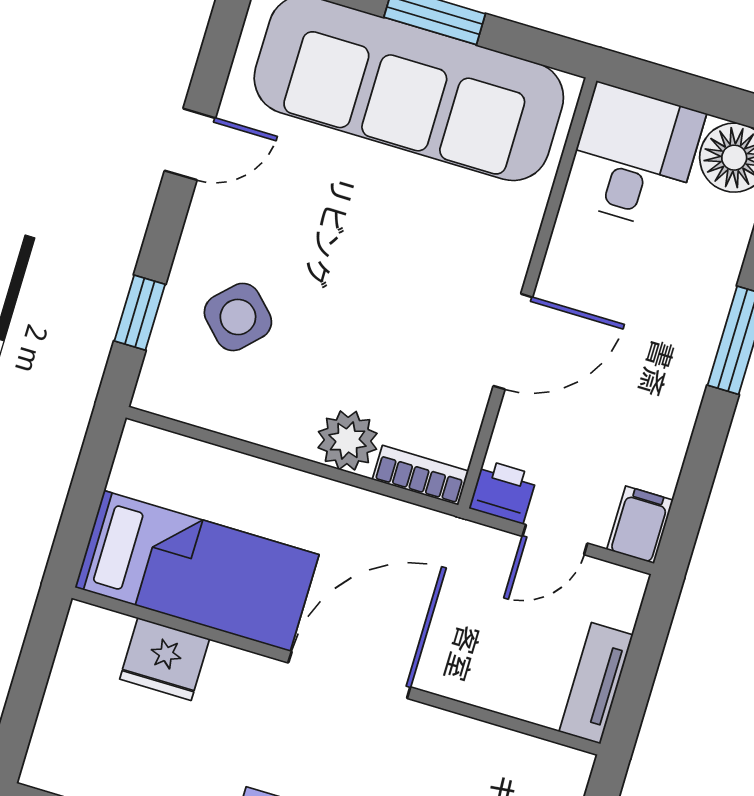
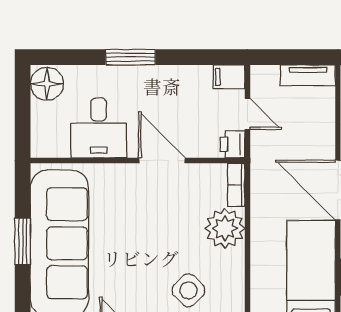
desk: (634, 157) -> (99, 128), moved, turned -90
plant: (348, 440) -> (225, 228), width x1.36, depth x1.36

